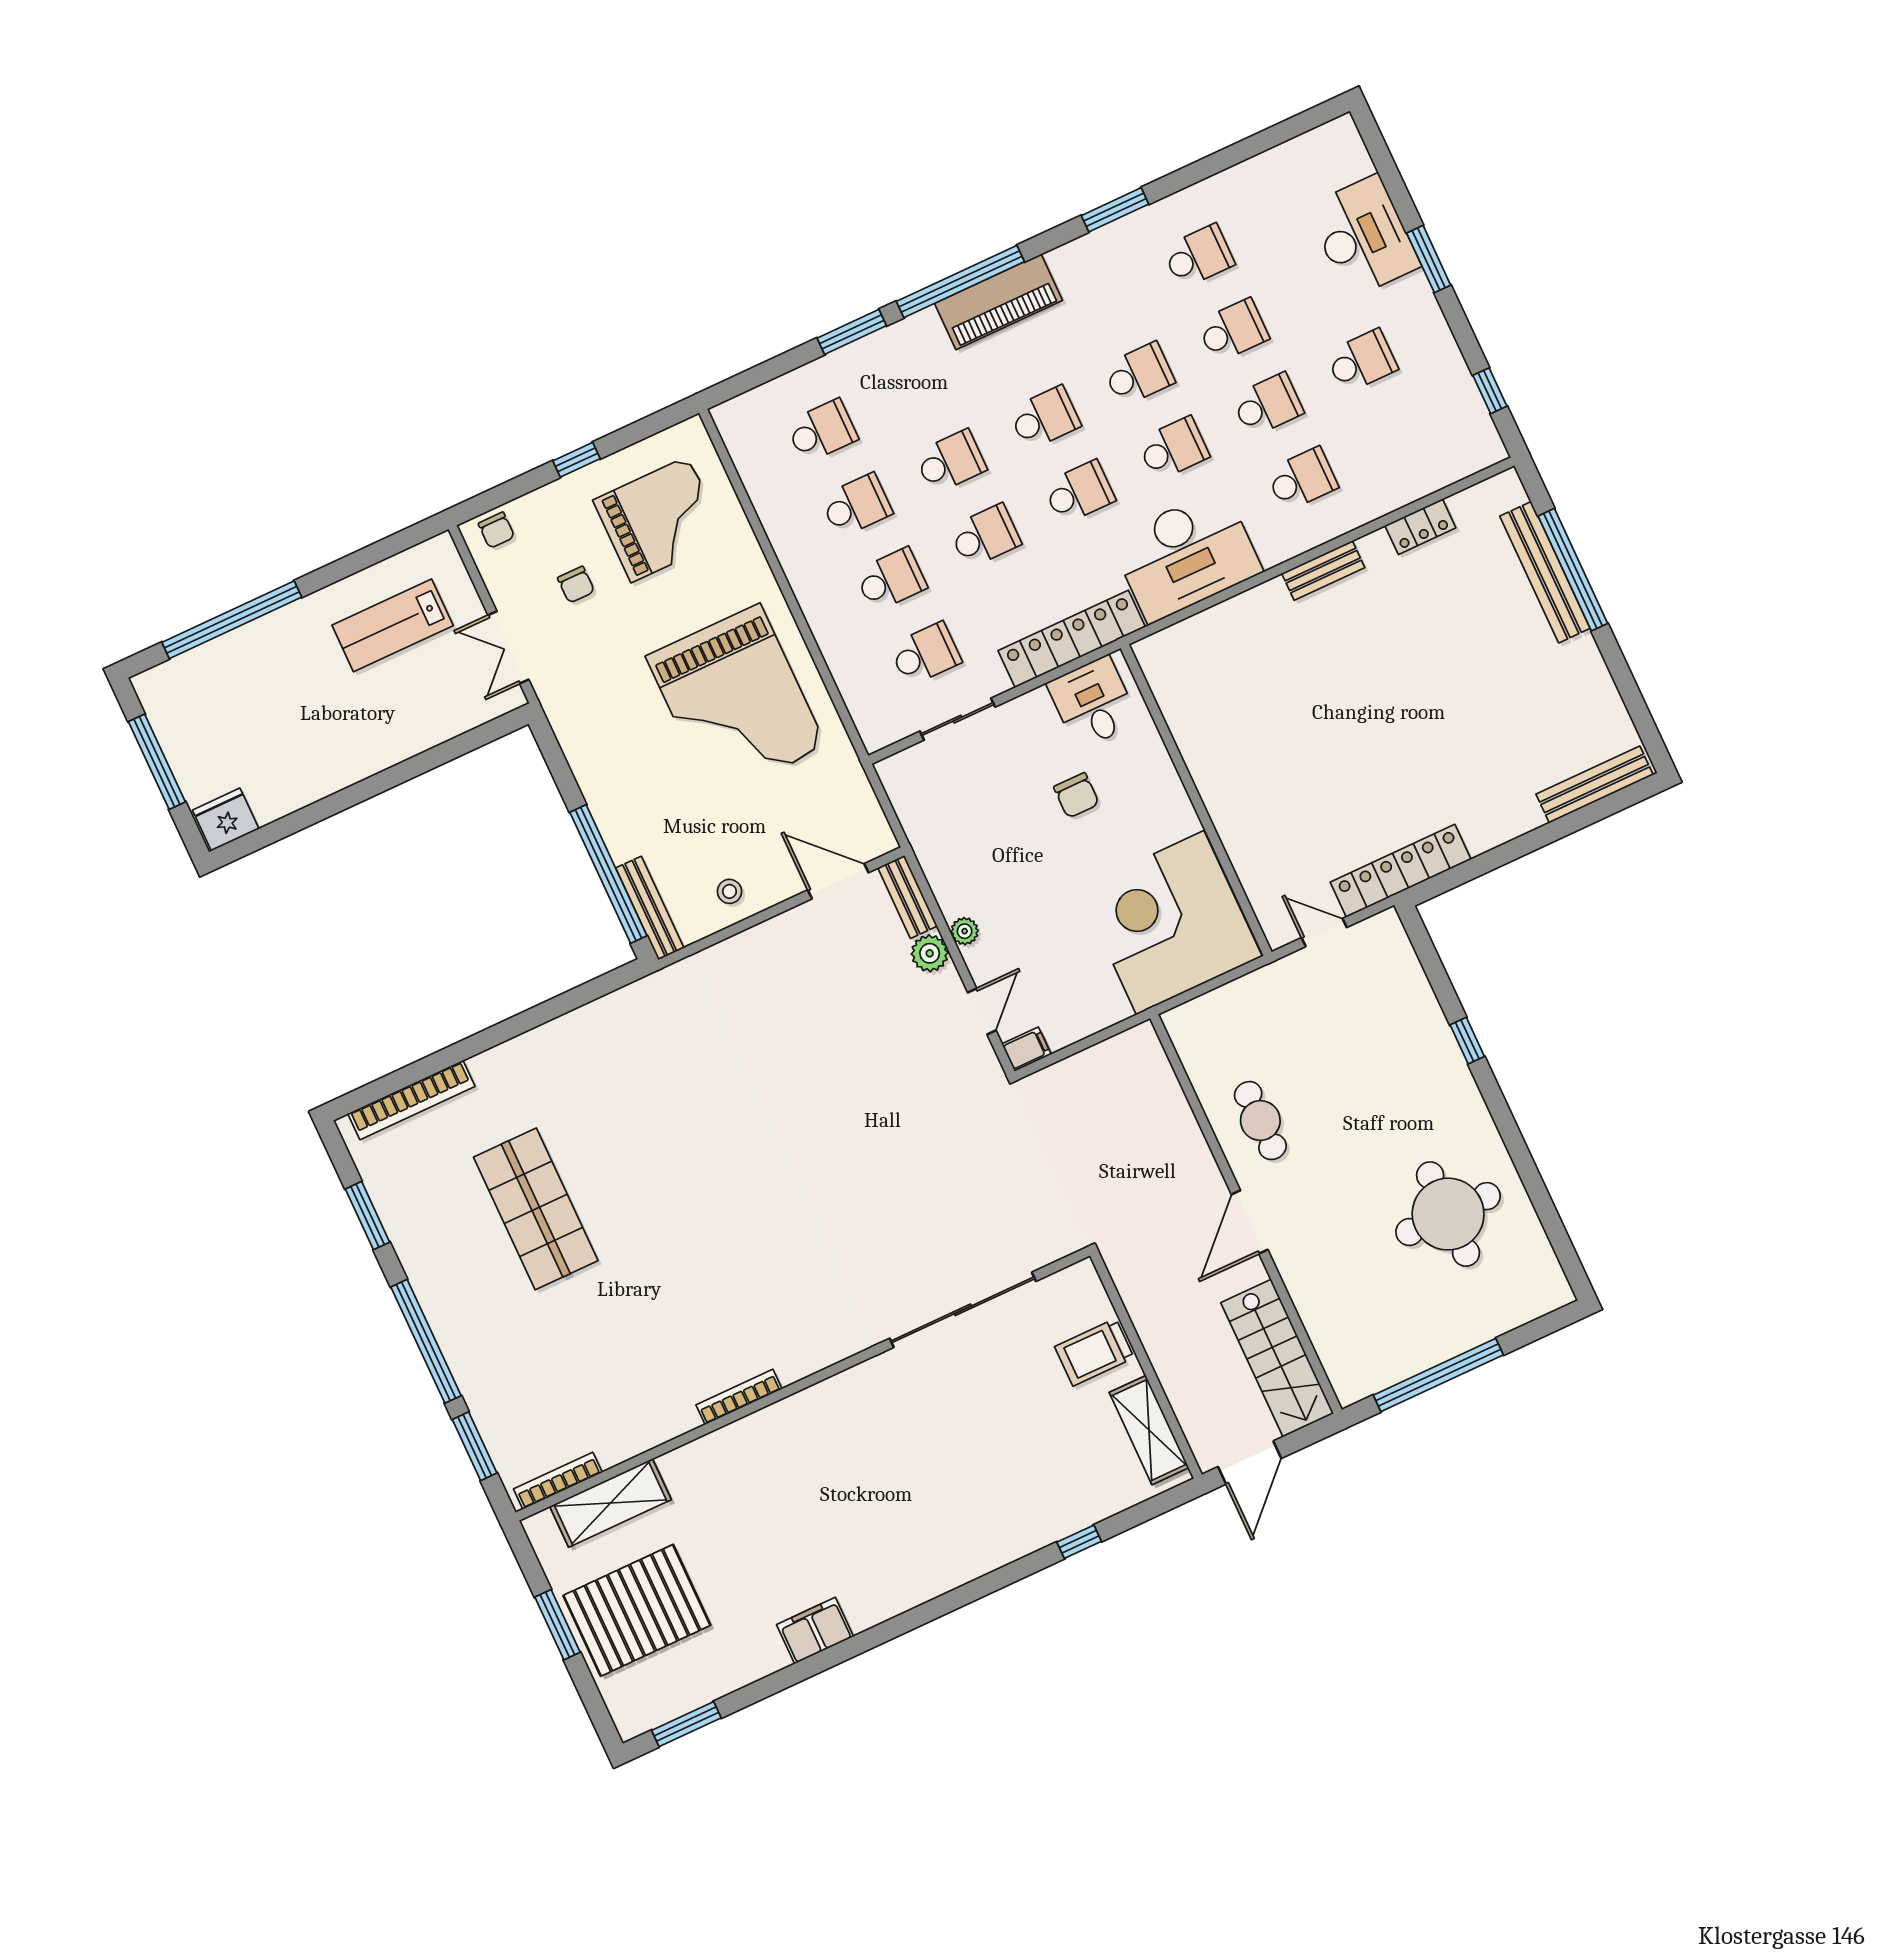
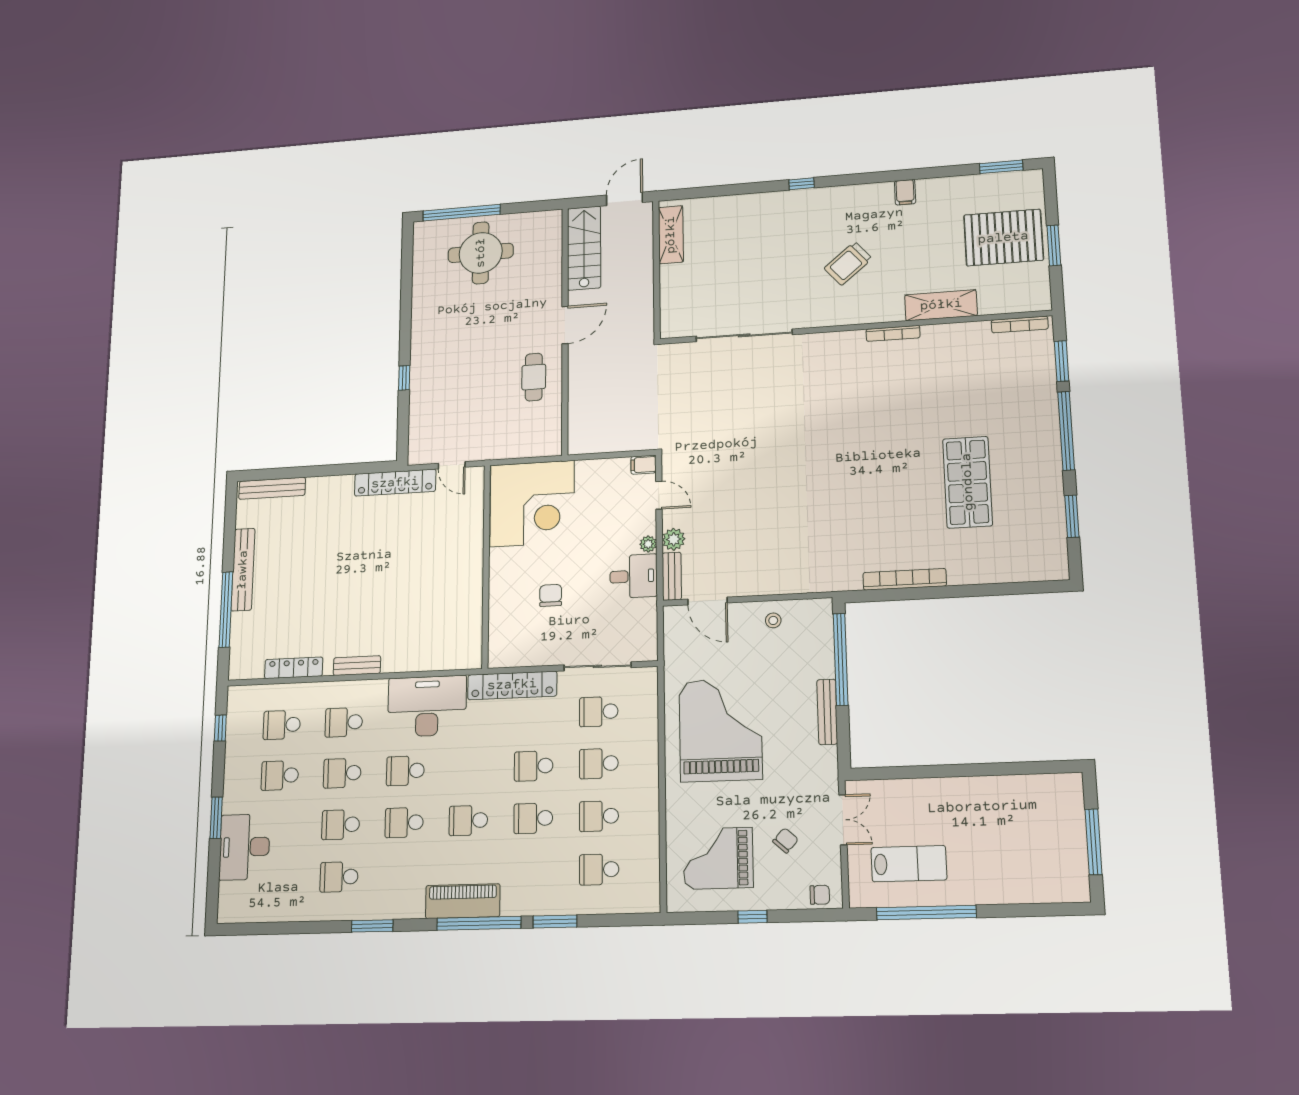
school desk: (1079, 492) -> (282, 725), moved
locker: (1420, 527) -> (294, 668), width x1.53
chair: (496, 530) -> (820, 895), turned 90
bench: (1545, 572) -> (243, 570), moved
chair: (576, 585) -> (786, 840), turned 42
window: (232, 620) -> (926, 913), moved
desk: (1093, 703) -> (634, 576), moved, turned -90
sliding door: (957, 719) -> (597, 666), width x1.37
fridge: (226, 819) -> (1064, 788), removed
bench: (650, 908) -> (827, 712), moved
door: (982, 1011) -> (659, 495), swing flipped
bookcase: (411, 1100) -> (905, 579), moved
round table: (1448, 1214) -> (481, 253), moved
trolley: (1094, 1352) -> (848, 263), moved, turned 140
window: (1438, 1375) -> (462, 213), moved
shelving: (610, 1503) -> (941, 305), moved
window: (1079, 1542) -> (802, 184), moved
filing cabinet: (815, 1631) -> (905, 192), width x0.50

